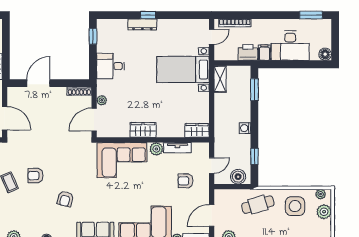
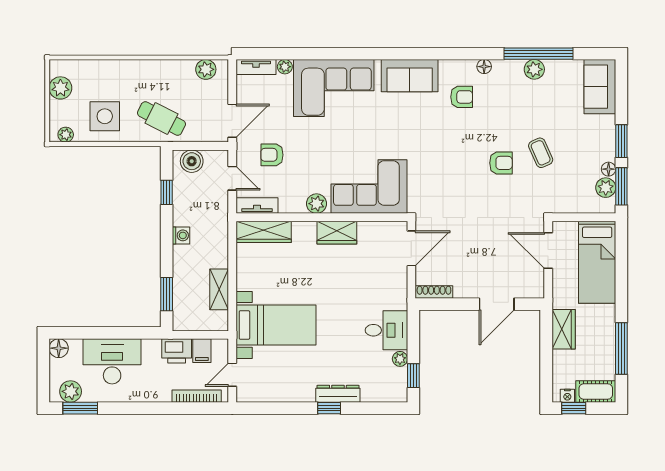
plant: (317, 26) -> (71, 391), added
filing cabinet: (264, 53) -> (202, 351), moved
shelving: (220, 79) -> (219, 289), moved
plant: (102, 100) -> (400, 359), moved
wardrobe: (197, 130) -> (264, 232), width x1.50
tv unit: (178, 148) -> (257, 205), moved
door: (212, 165) -> (232, 178), swing flipped
armchair: (185, 181) -> (272, 155), turned 180
armchair: (65, 199) -> (462, 97), moved, turned 75
cafe table: (258, 205) -> (161, 119), turned 43
plant: (324, 212) -> (60, 88), moved
door: (212, 216) -> (232, 121), moved

